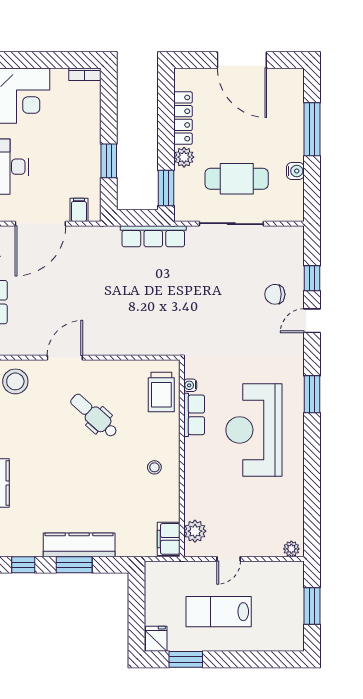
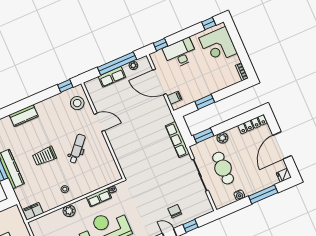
fridge: (294, 79) -> (284, 175), added
locker: (183, 118) -> (252, 124), moved
trolley: (161, 392) -> (44, 156), moved
plant: (195, 531) -> (69, 211), moved

